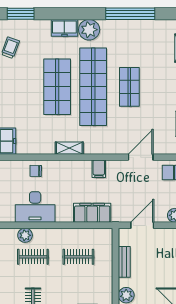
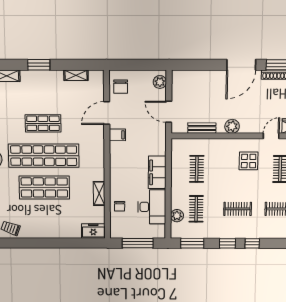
shelving: (69, 148) -> (99, 193), moved
door: (141, 157) -> (107, 113), hinge flipped
filing cabinet: (99, 169) -> (117, 135), moved
filing cabinet: (92, 213) -> (157, 172), moved

